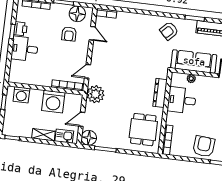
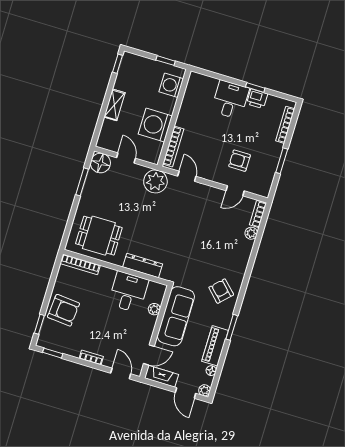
floor lamp: (77, 14) -> (264, 176), removed
plant: (122, 16) -> (251, 233), added
kitchen sink: (64, 136) -> (108, 132), removed

